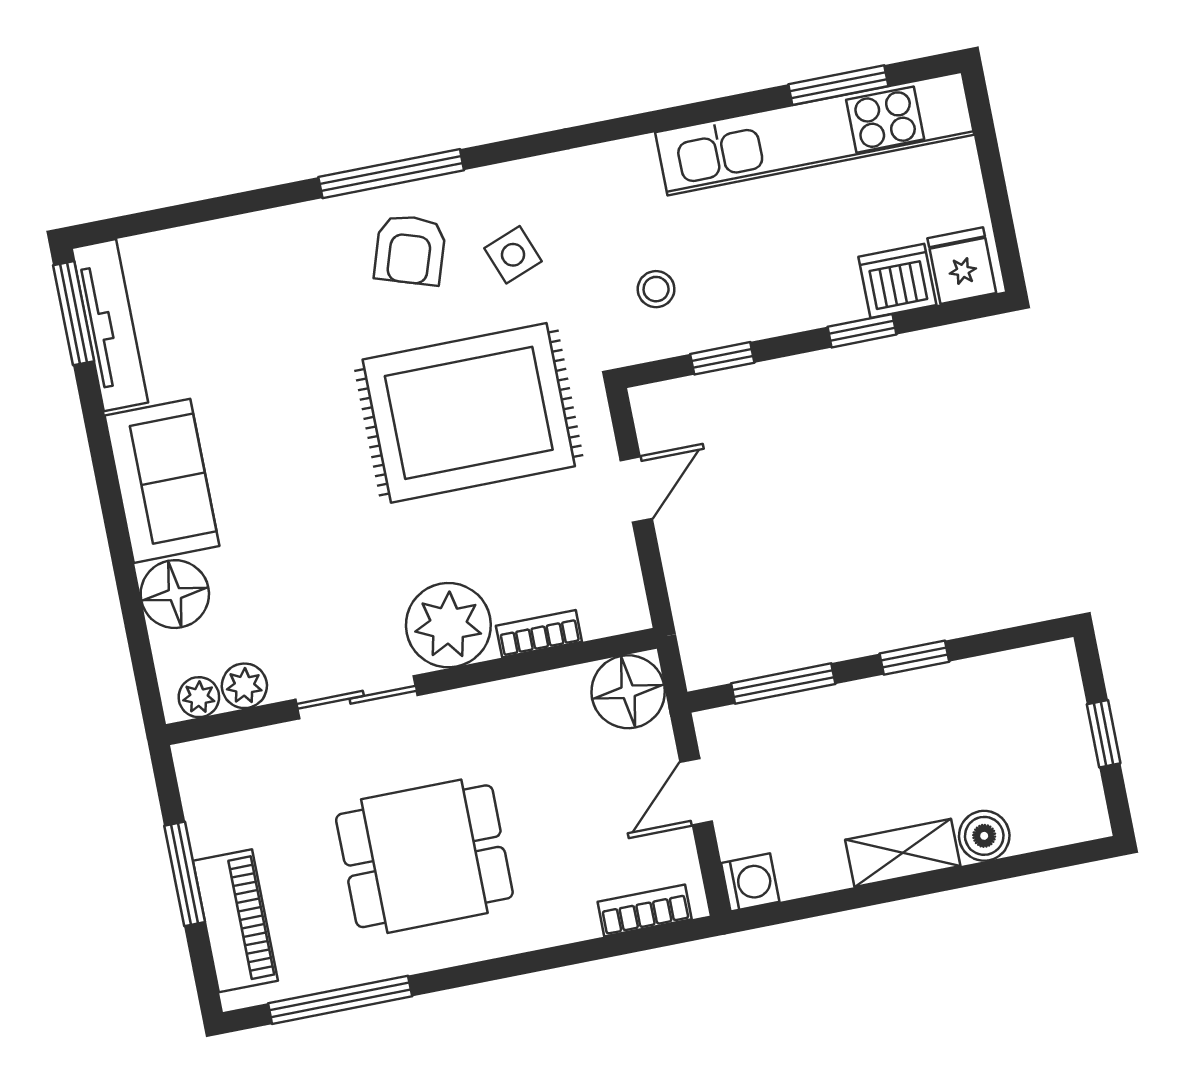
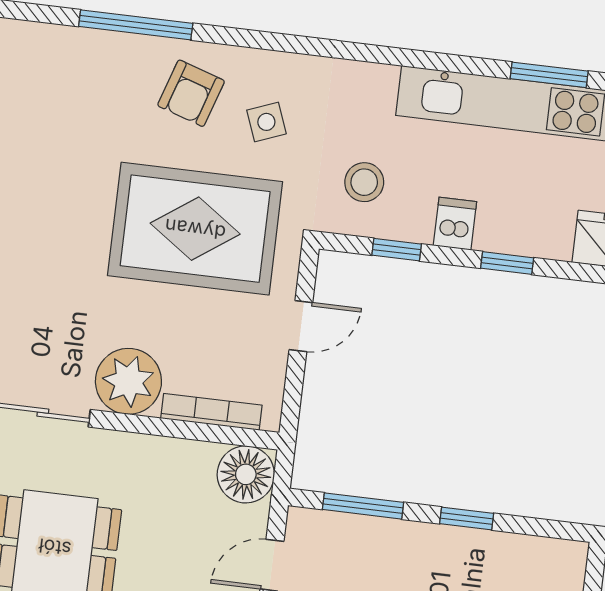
window: (391, 174) -> (136, 25), moved
dishwasher: (897, 281) -> (455, 224), moved, width x0.73
stool: (656, 289) -> (364, 182), width x1.37, depth x1.37
bookcase: (539, 634) -> (211, 412), width x1.56

